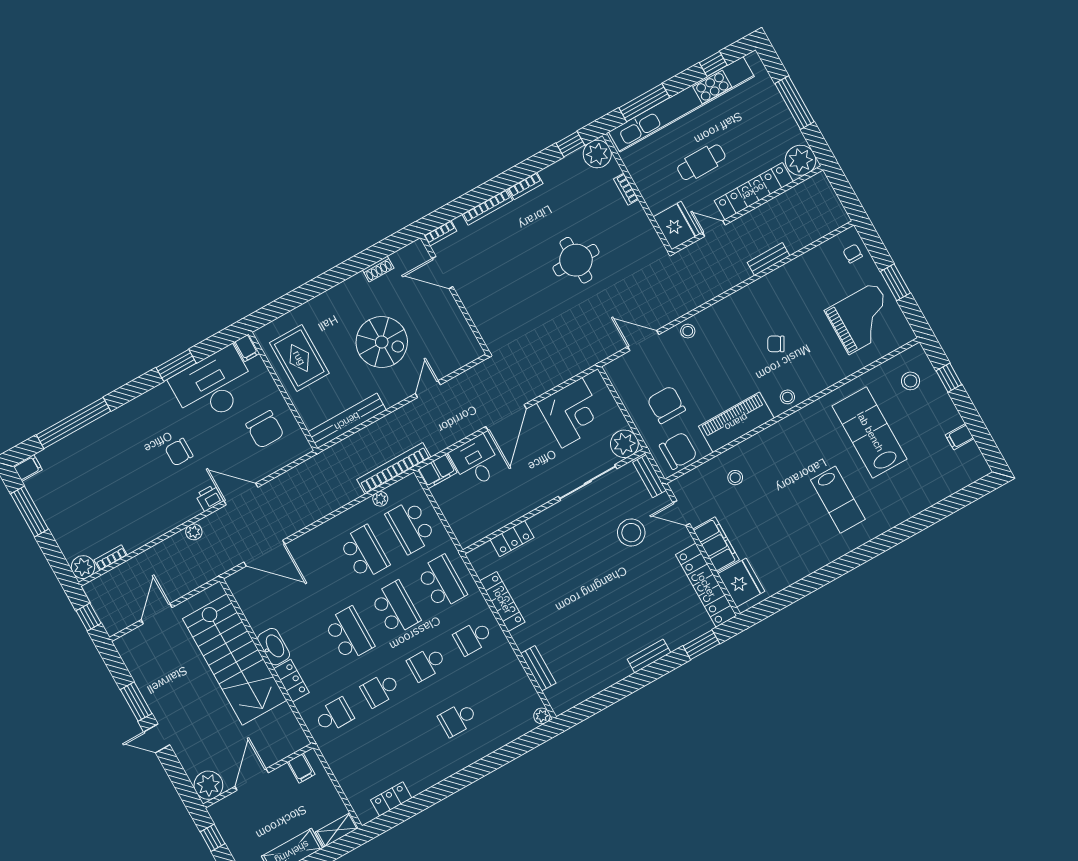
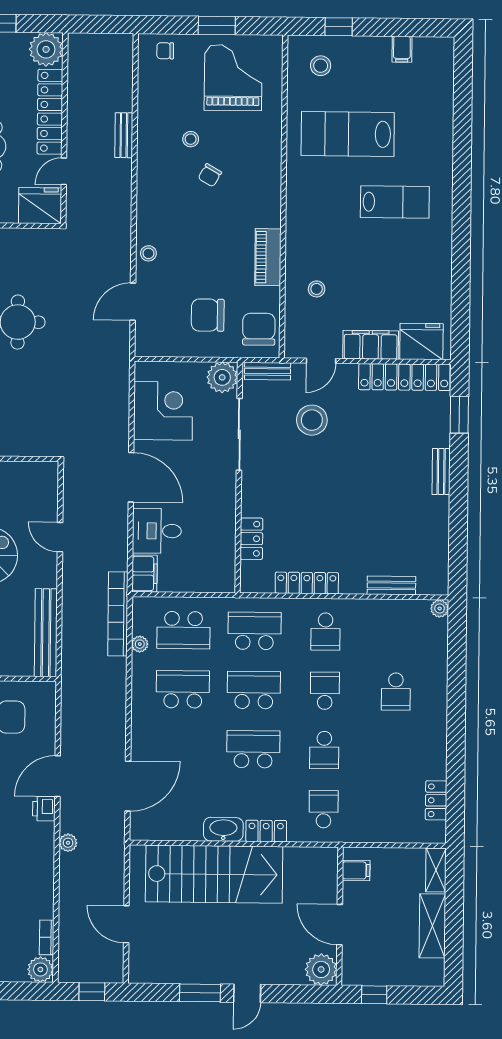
stool: (787, 397) -> (191, 139), moved
piano: (736, 422) -> (268, 257), width x0.73, depth x0.75
school desk: (427, 664) -> (325, 691), turned 180

